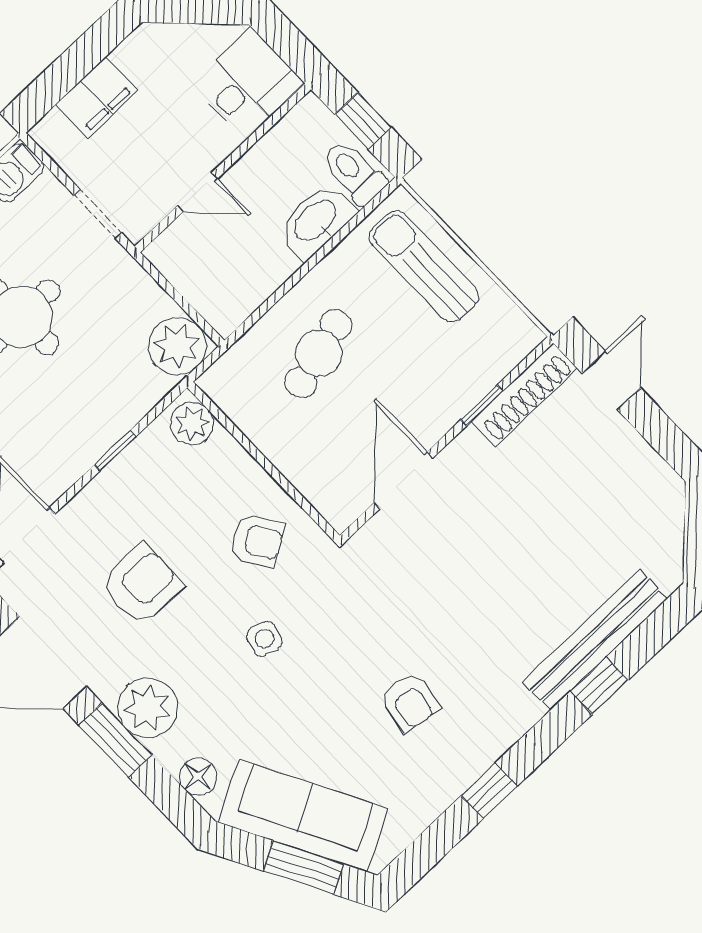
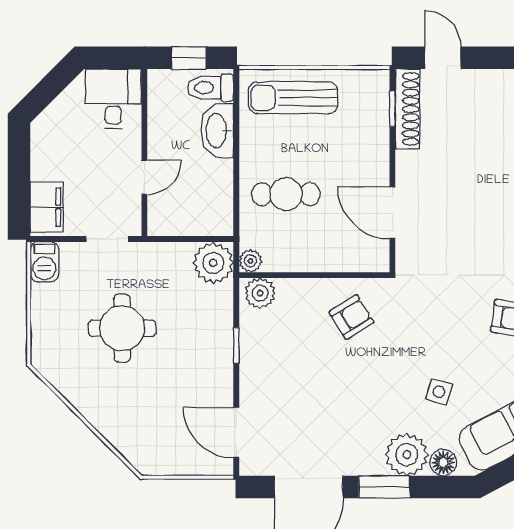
filing cabinet: (97, 97) -> (47, 207), moved
cafe table: (318, 353) -> (286, 194), turned -75
plant: (216, 382) -> (251, 261), added
window: (482, 405) -> (392, 109), moved
armchair: (142, 585) -> (318, 398), removed
side table: (264, 639) -> (439, 392), moved
plant: (148, 708) -> (407, 455), moved

